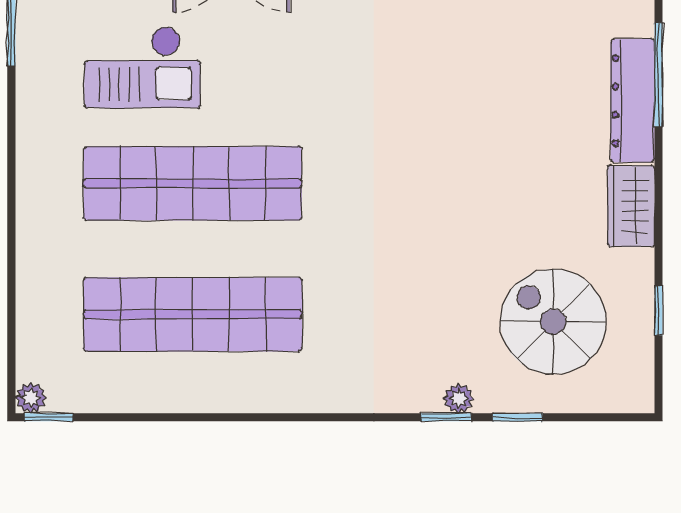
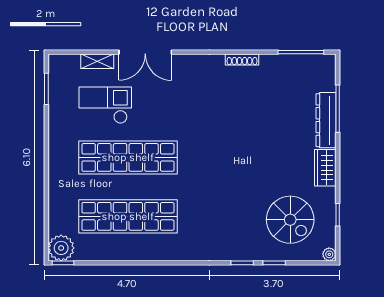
checkout: (142, 67) -> (105, 105), turned 180
spiral stairs: (553, 322) -> (290, 220), turned 180
plant: (31, 398) -> (61, 248), width x1.87, depth x1.87
plant: (459, 399) -> (329, 254), moved

